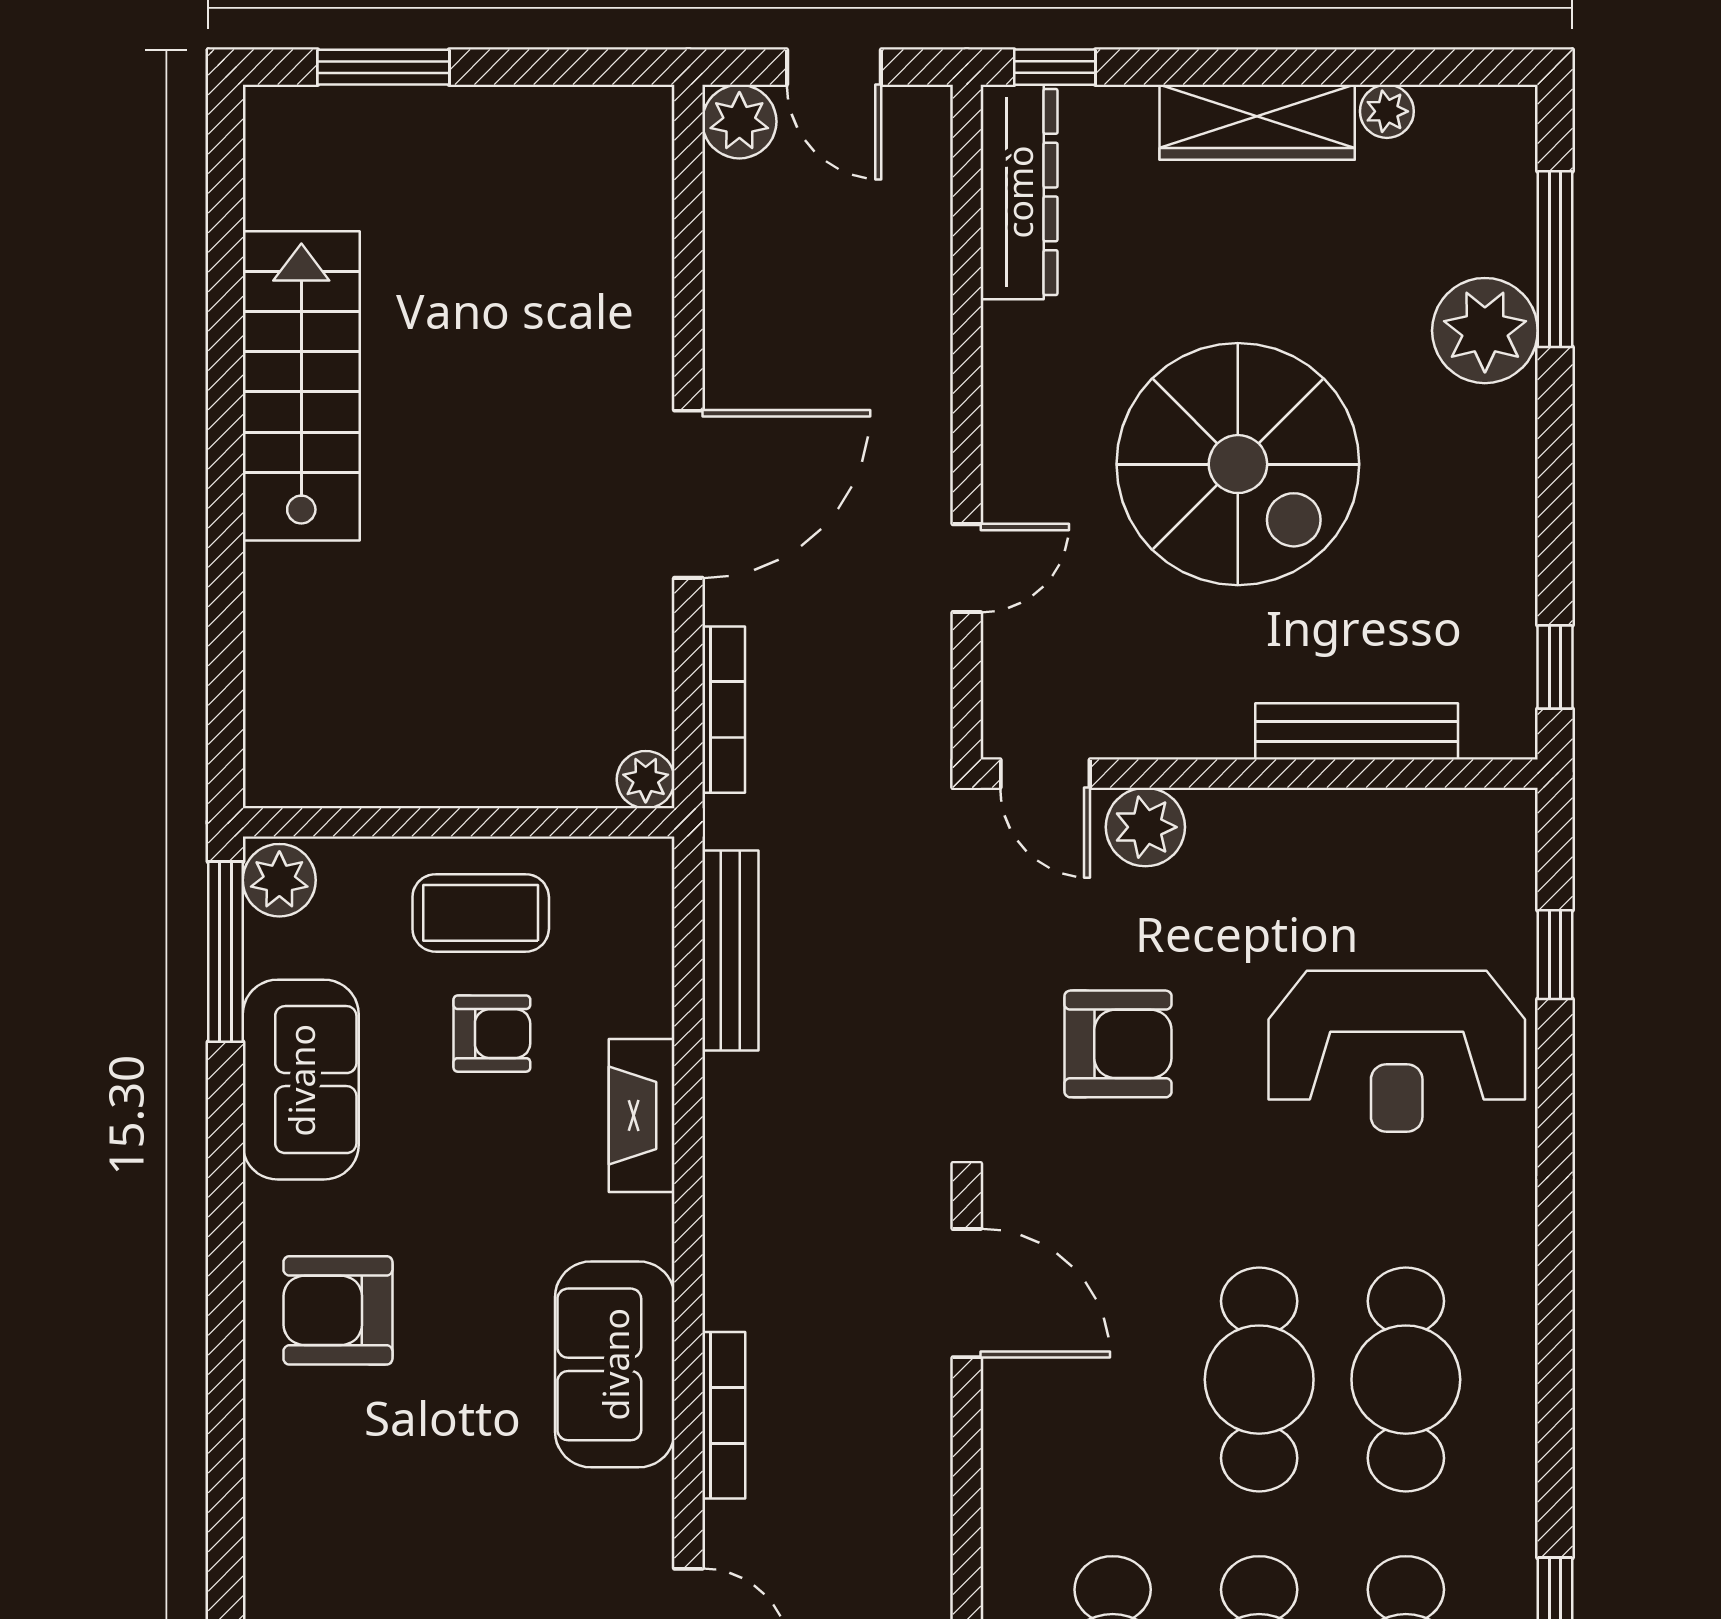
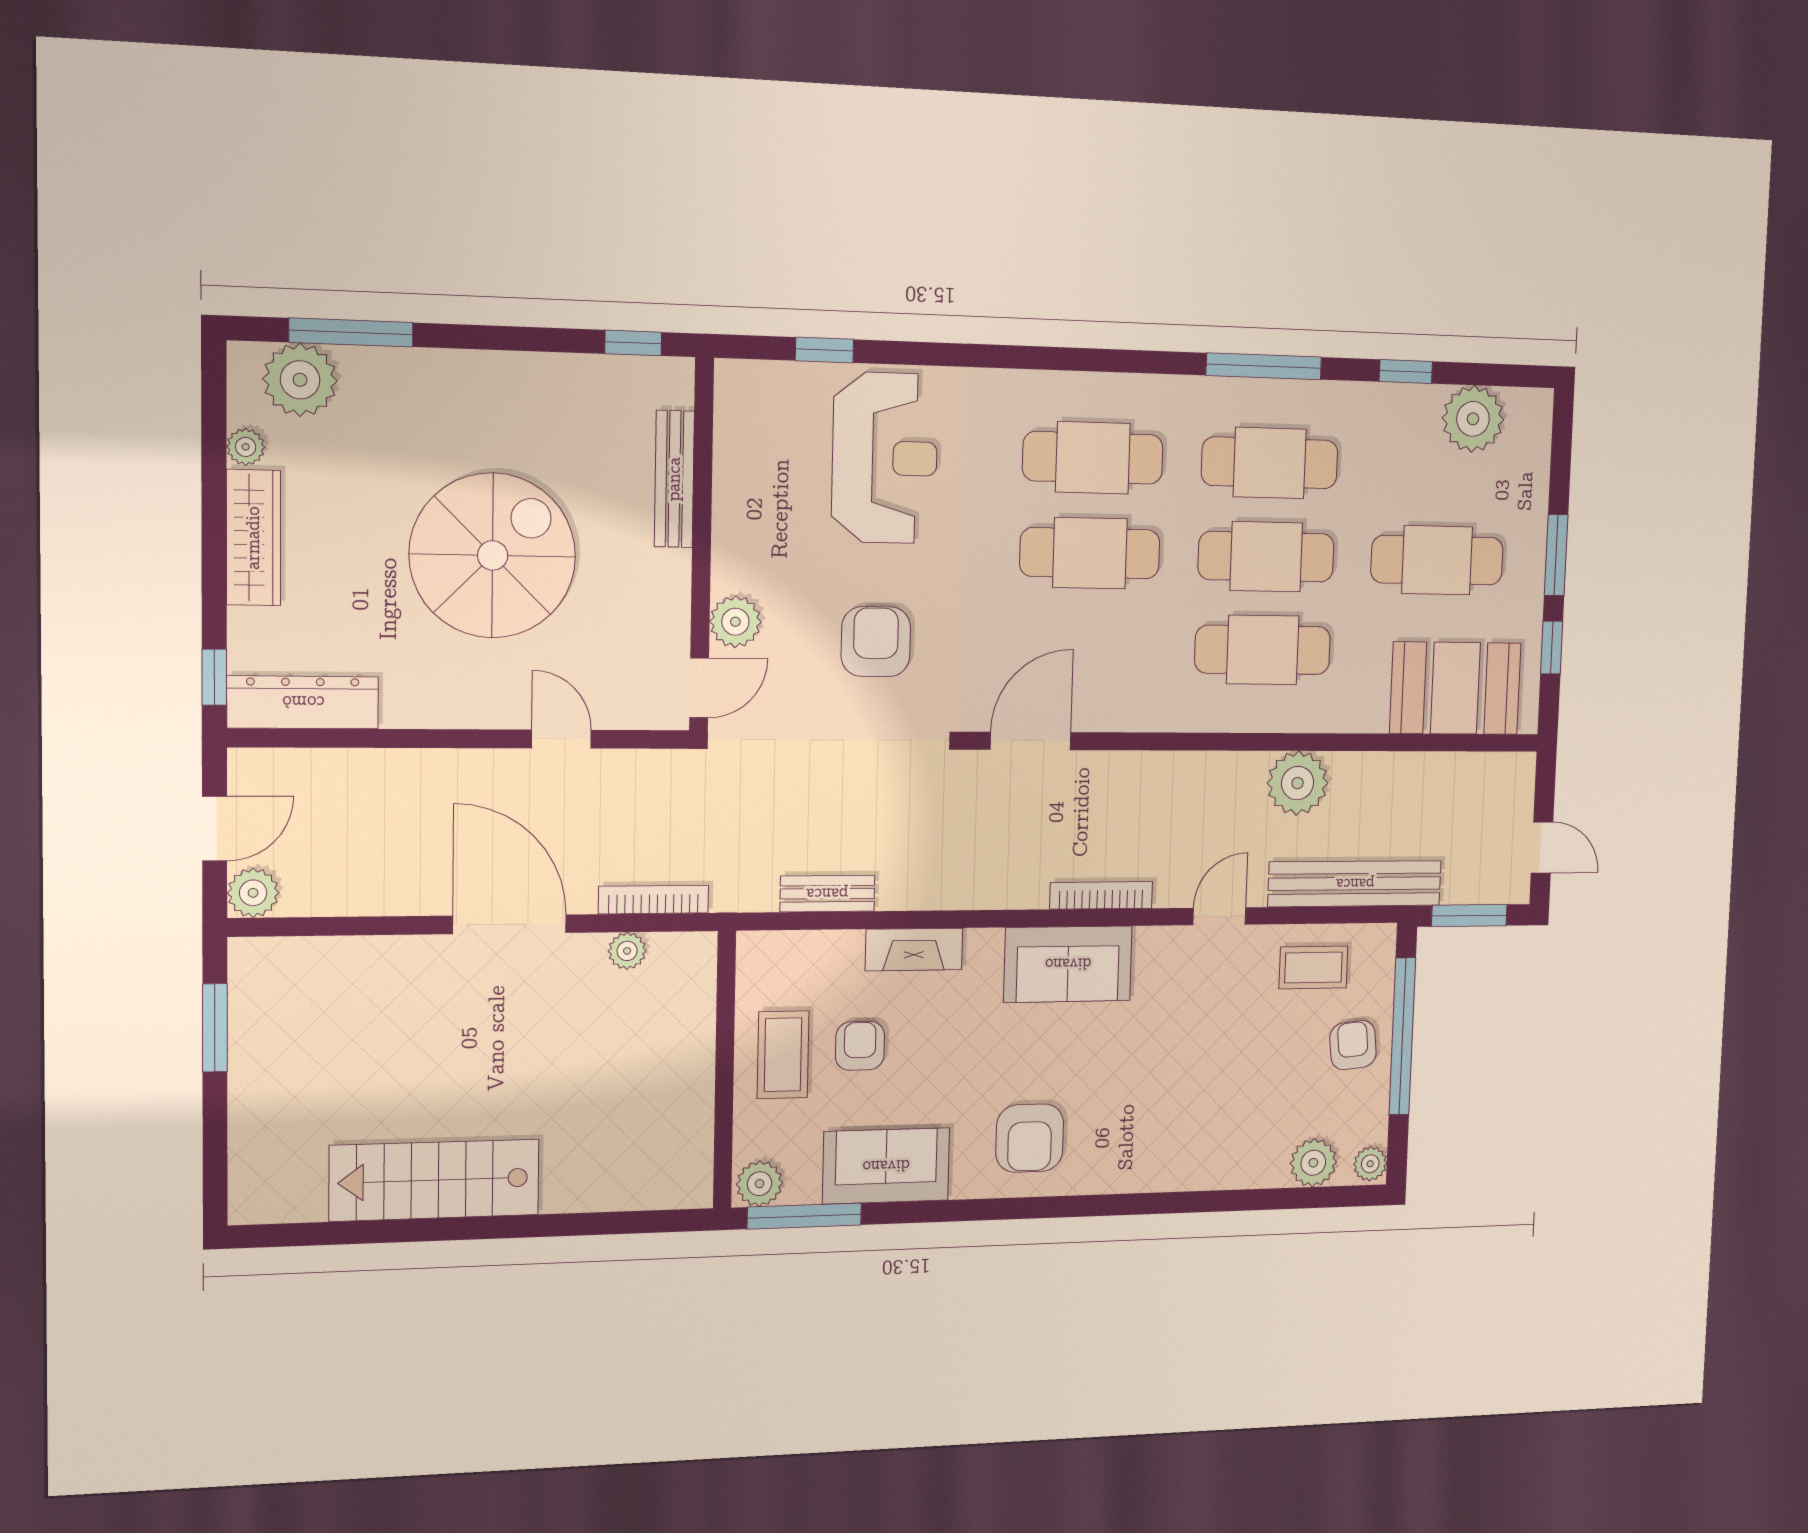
window: (383, 67) -> (215, 1028), moved
plant: (1485, 331) -> (300, 380), moved
plant: (646, 780) -> (627, 951), moved
bench: (730, 950) -> (827, 894), width x0.73

